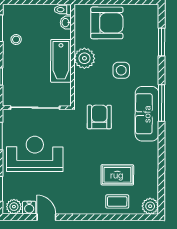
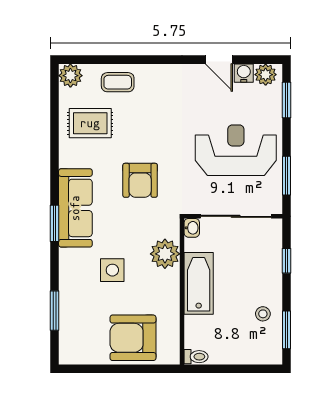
washbasin: (66, 23) -> (192, 228), moved
plant: (84, 58) -> (165, 254), moved
window: (161, 103) -> (55, 223), width x0.69
armchair: (99, 117) -> (140, 180), moved
reception desk: (35, 154) -> (236, 150), turned 180
rug: (117, 175) -> (90, 123), moved

